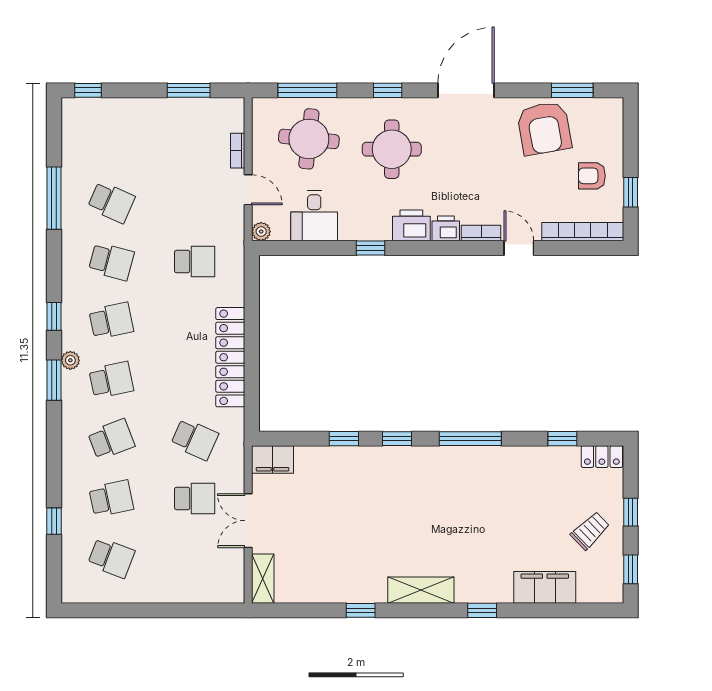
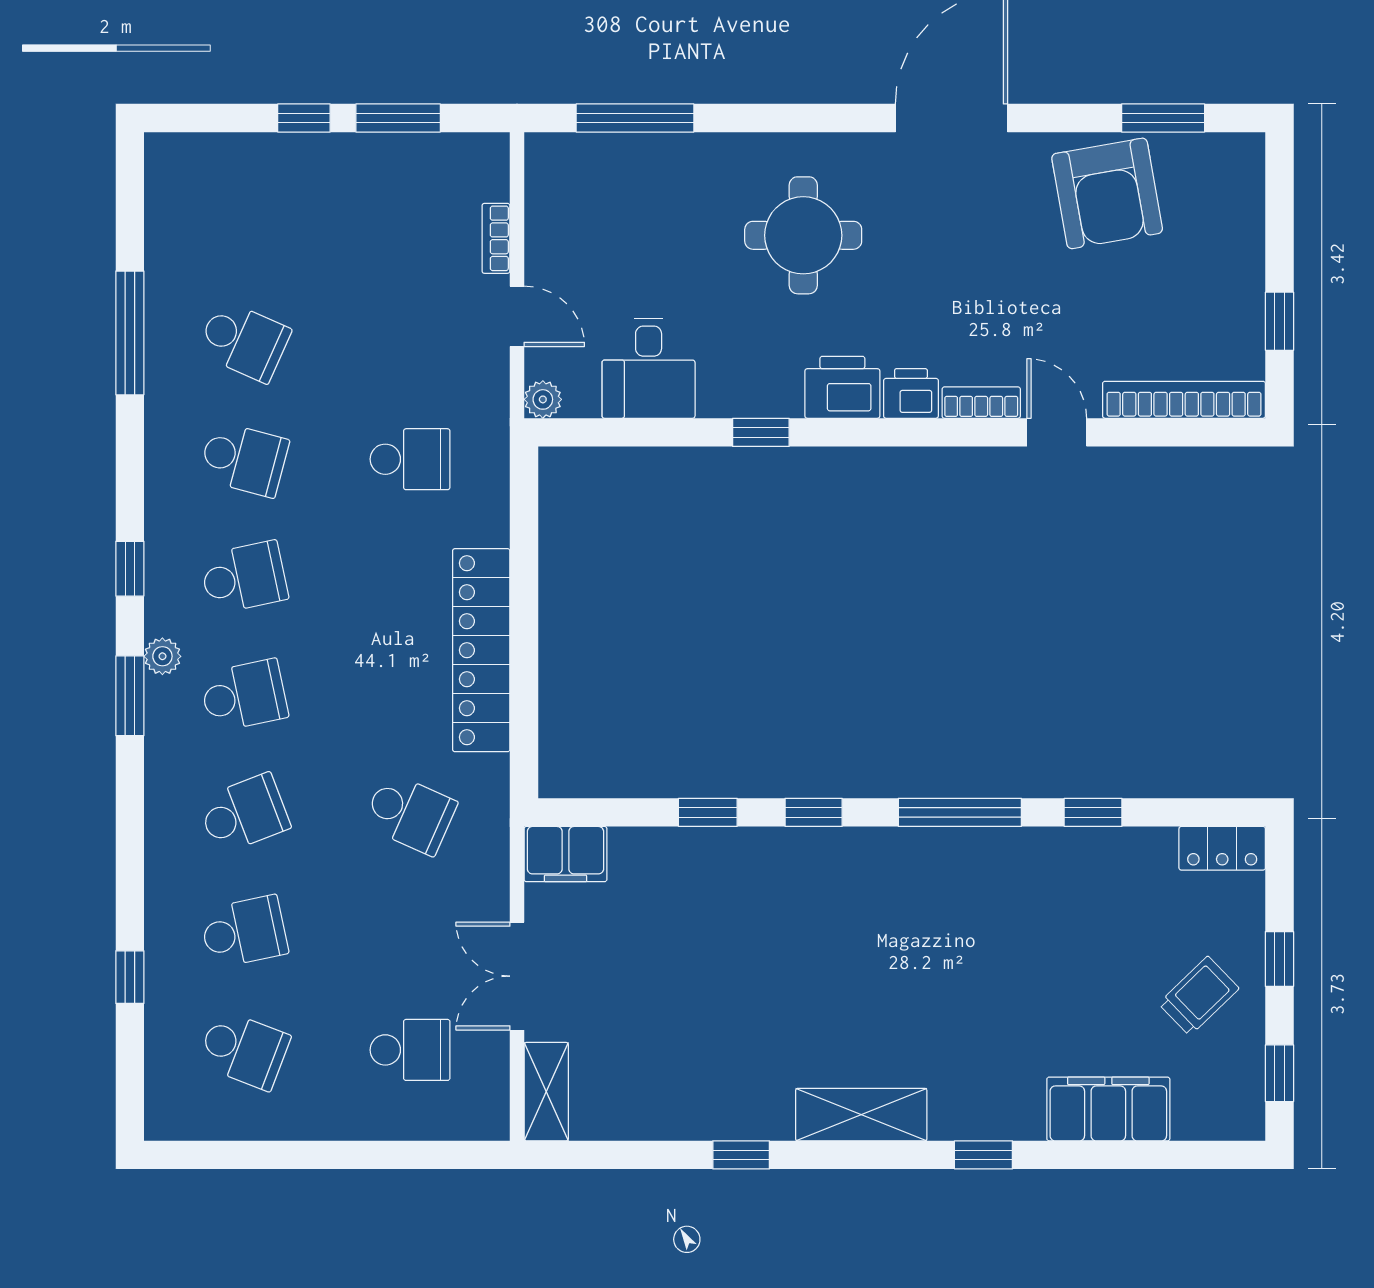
window: (88, 90) -> (304, 118), moved
window: (388, 90) -> (795, 118), removed
round table: (309, 139) -> (638, 215), removed
armchair: (592, 176) -> (1202, 288), removed
window: (562, 439) -> (1093, 812), moved
school desk: (195, 498) -> (410, 1050), moved

